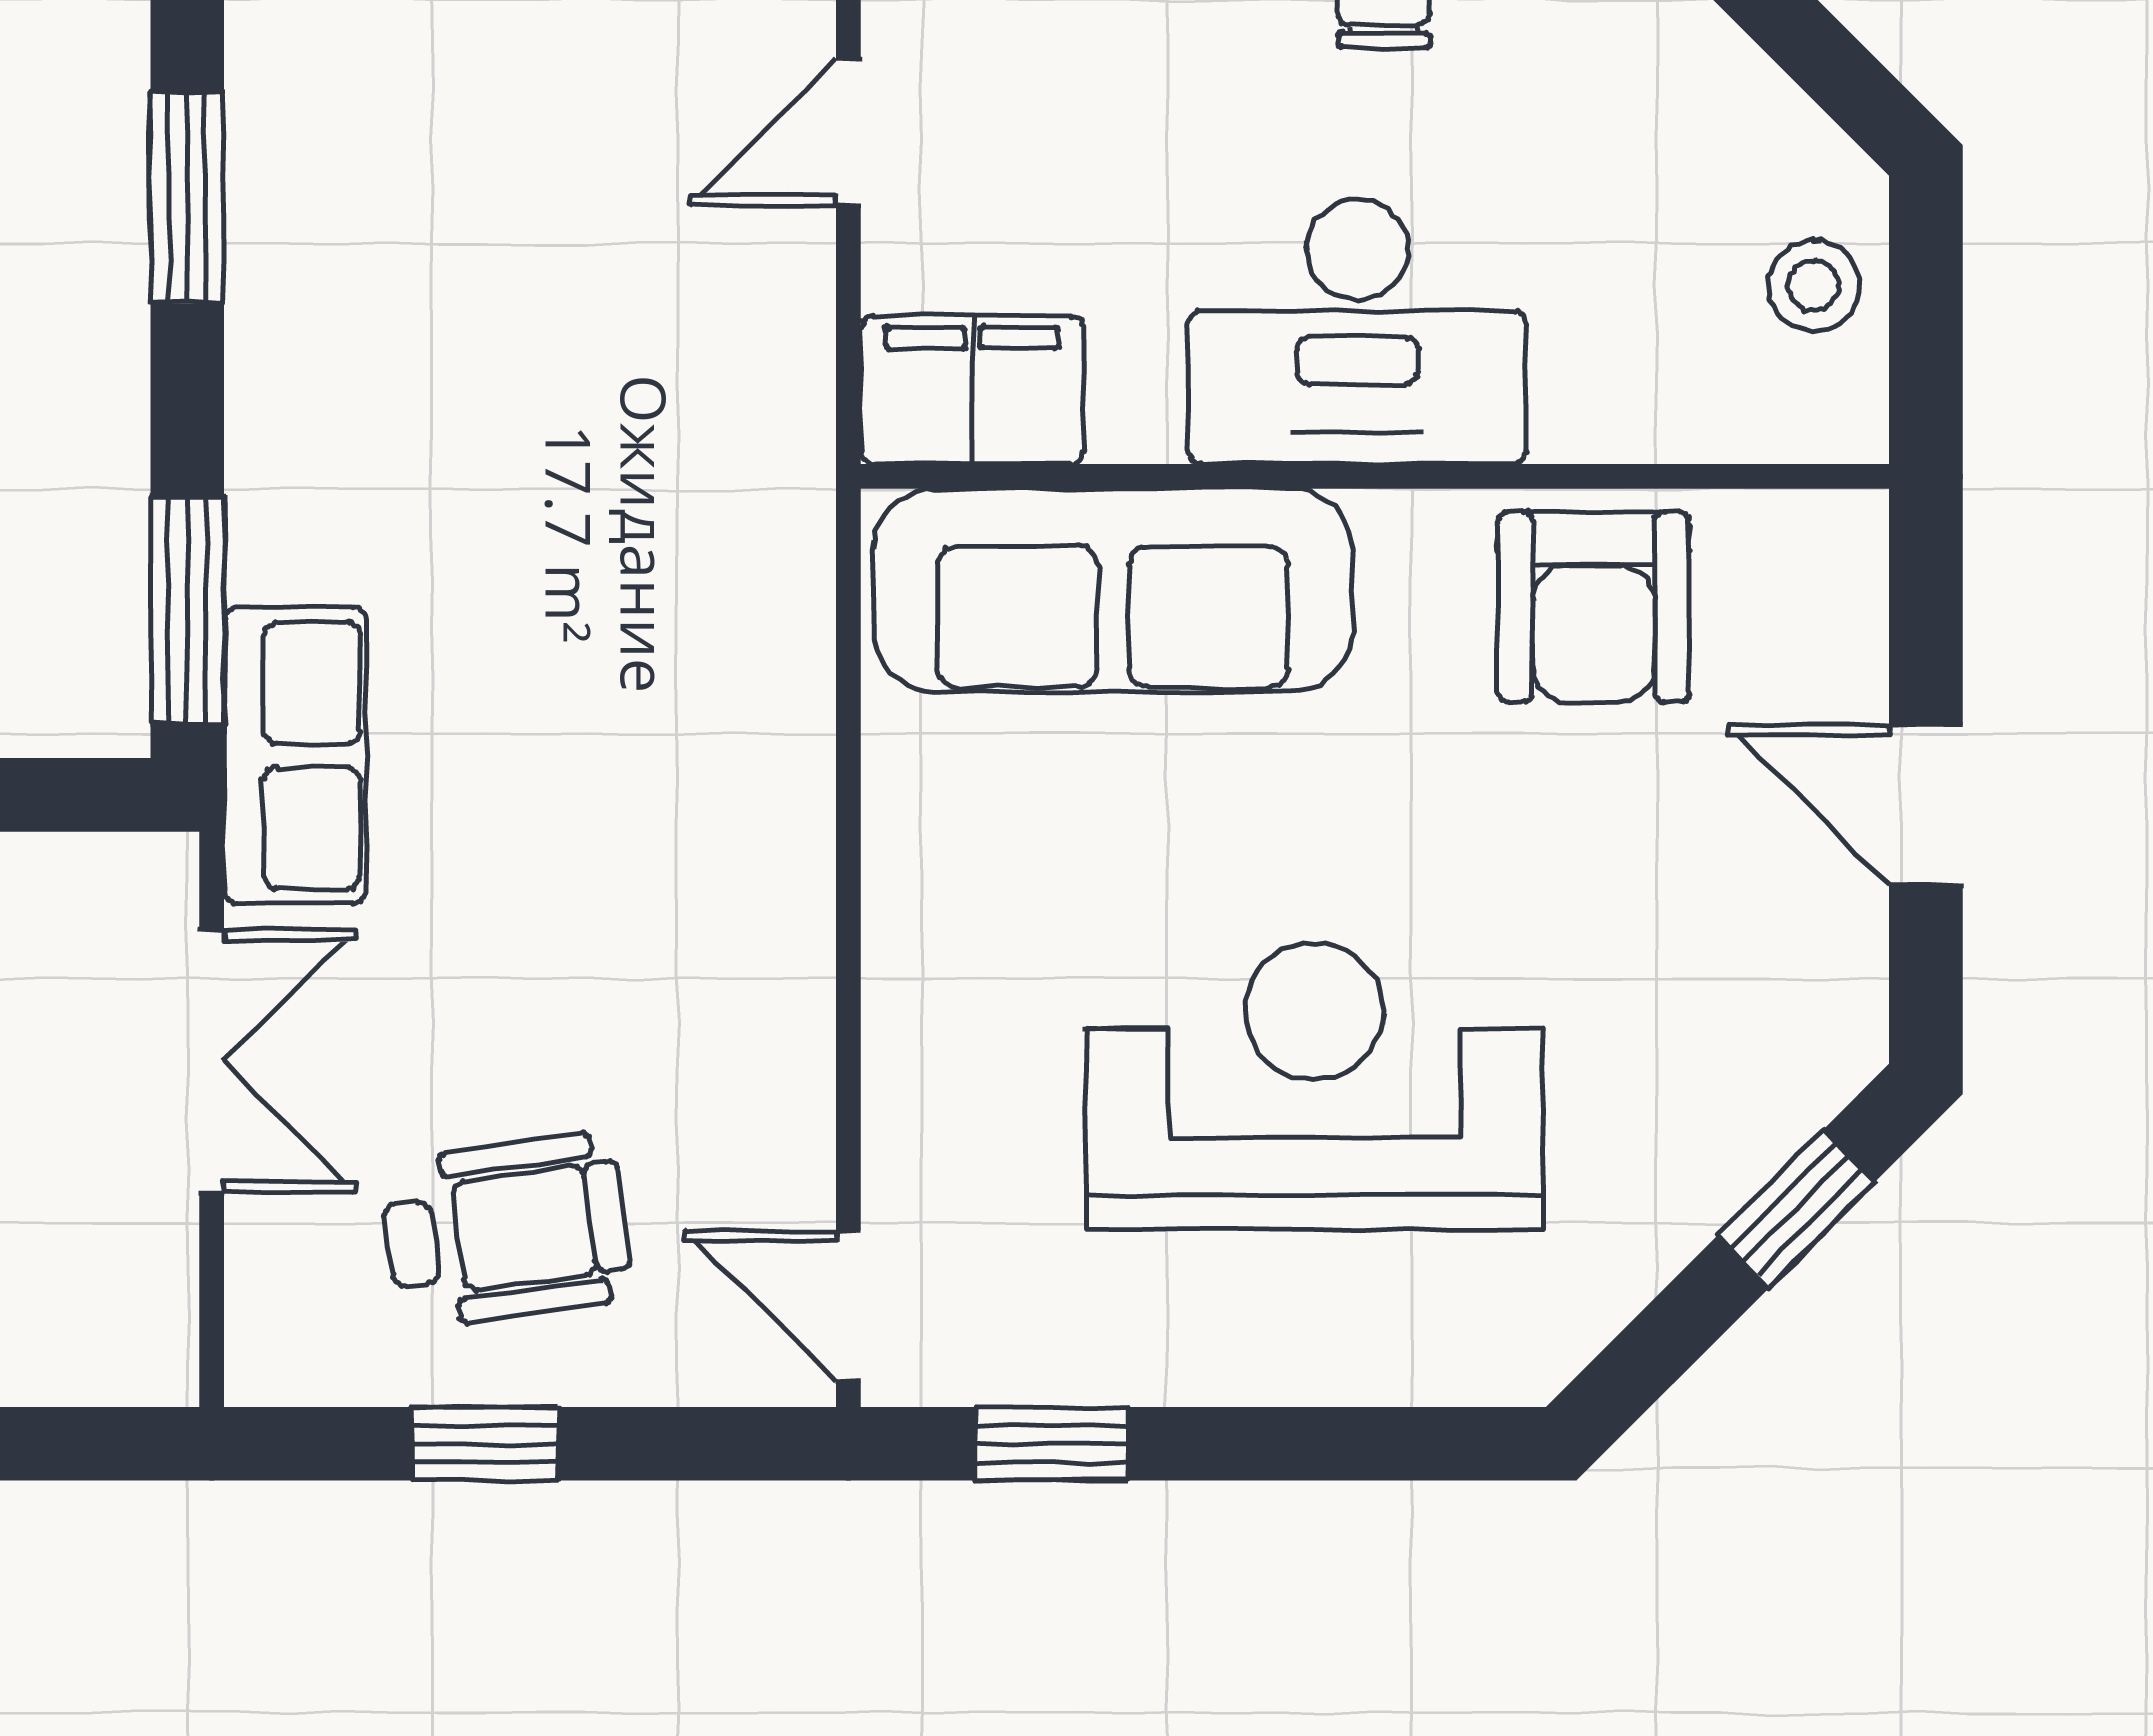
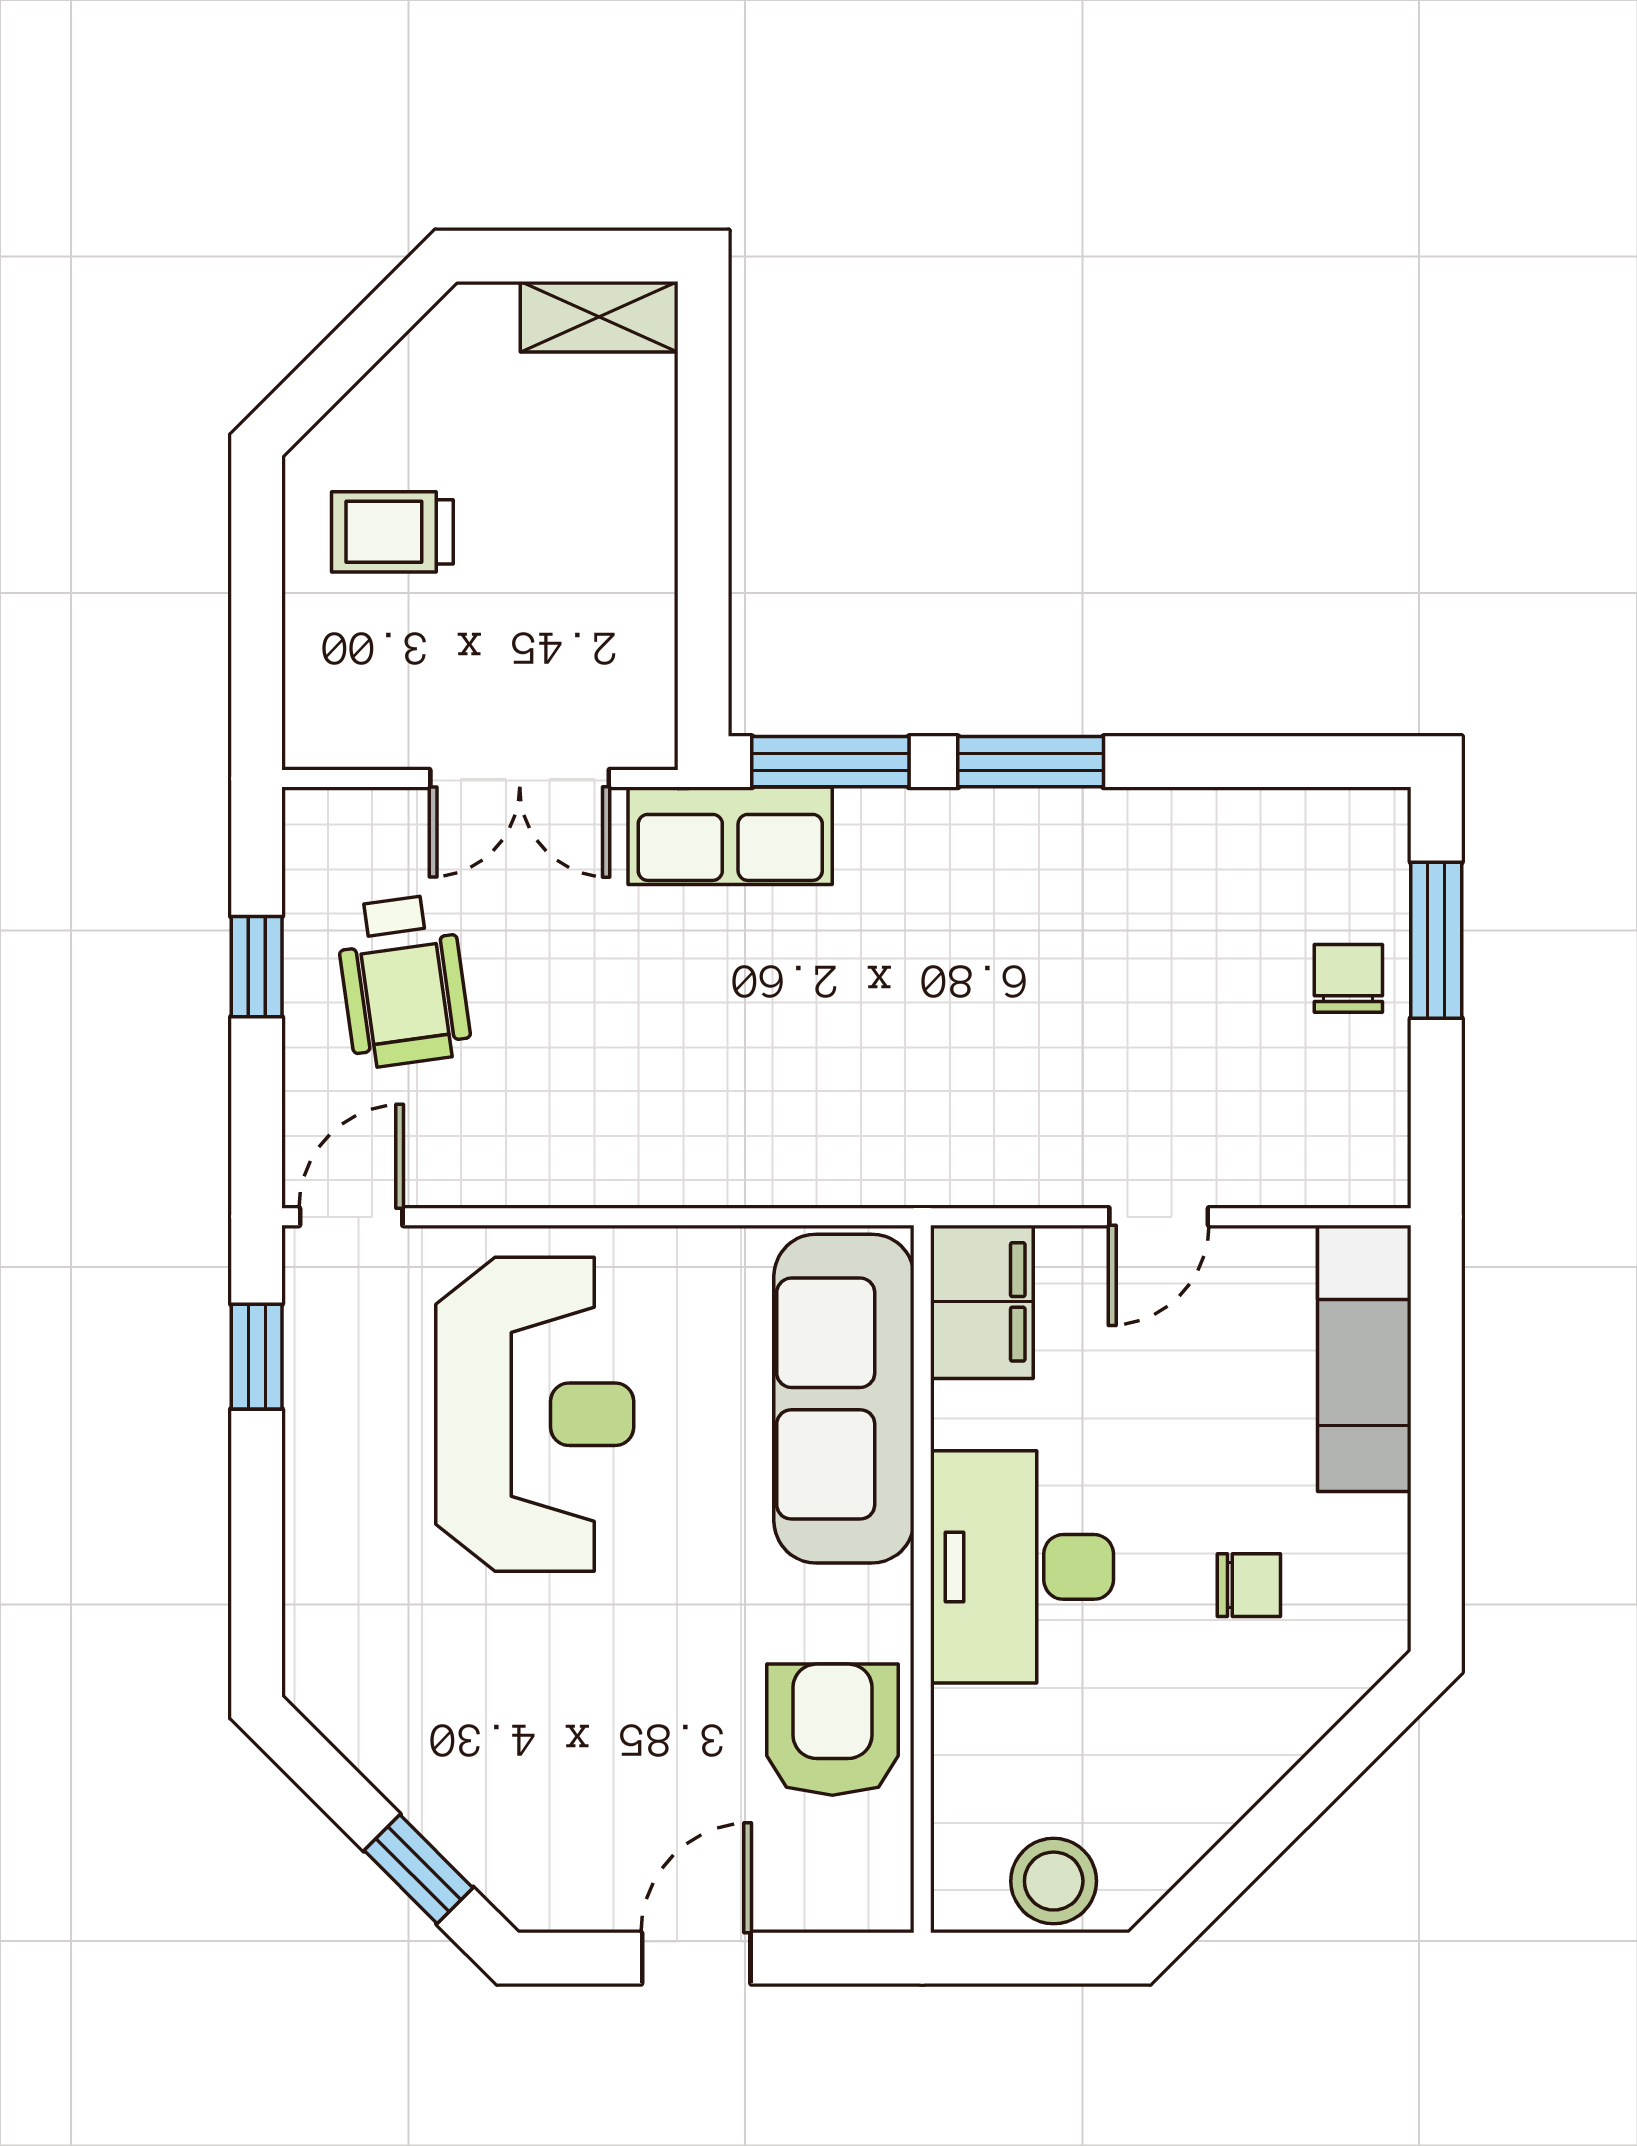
door: (848, 133) -> (1159, 1217), swing flipped
window: (187, 197) -> (1031, 762), moved
stool: (1814, 286) -> (1054, 1881), width x1.37, depth x1.37
armchair: (1594, 607) -> (832, 1730), turned 90
reception desk: (1314, 1086) -> (535, 1414), moved

